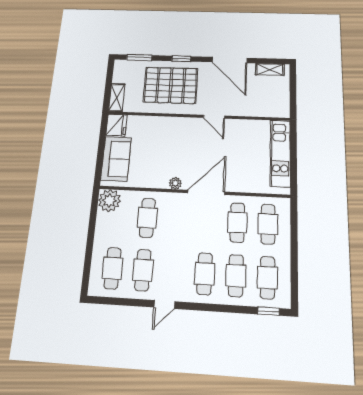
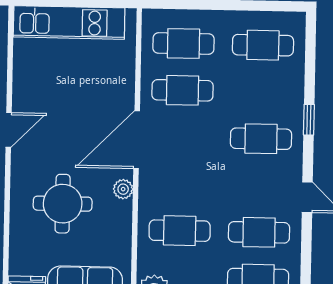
round table: (168, 147) -> (63, 204), added
door: (206, 192) -> (137, 140), hinge flipped
cafe table: (236, 276) -> (262, 92), removed
window: (269, 311) -> (309, 120), moved

